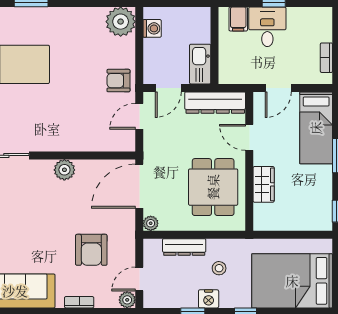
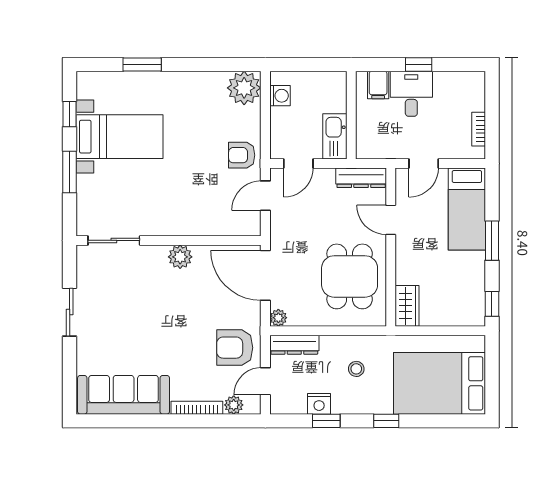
dresser: (215, 103) -> (361, 178), width x0.73, depth x0.80
wardrobe: (264, 184) -> (407, 306), moved
door: (139, 186) -> (265, 275), hinge flipped
dresser: (184, 247) -> (294, 345), moved
armchair: (91, 250) -> (235, 348), moved, turned 90
nightstand: (209, 299) -> (319, 404), moved
plant: (127, 300) -> (234, 405), moved
bookcase: (79, 302) -> (197, 408), width x1.56

